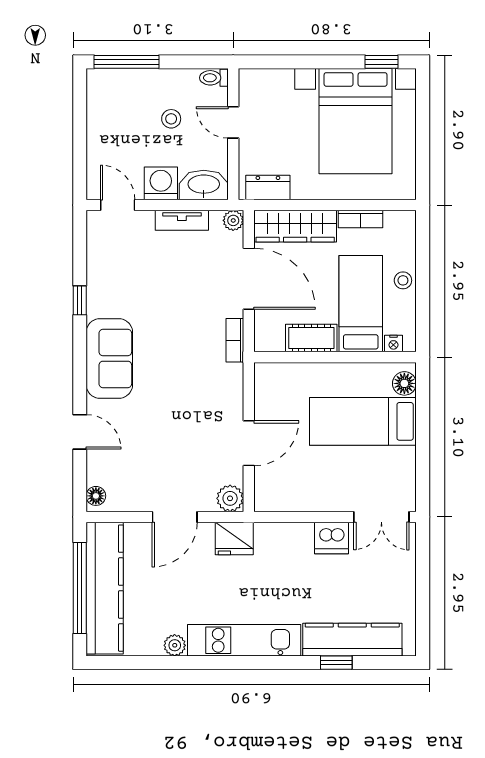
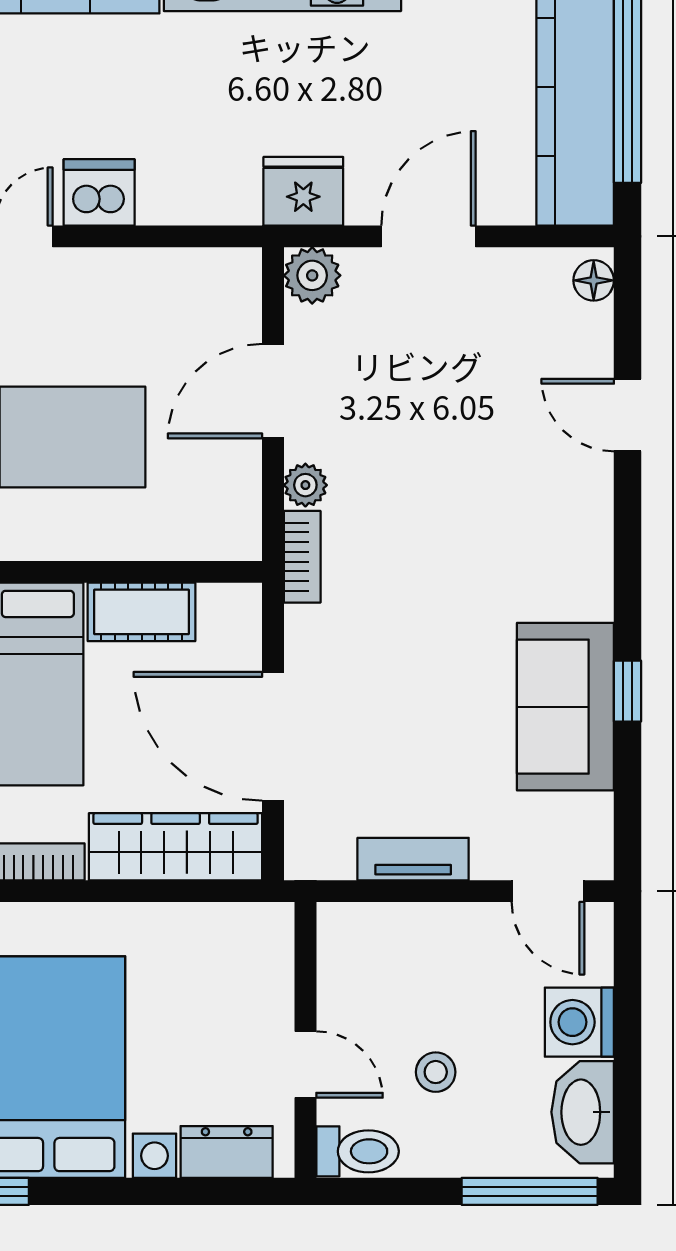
toilet: (214, 78) -> (358, 1151), width x1.37, depth x1.39
washing machine: (161, 183) -> (579, 1022), moved, turned 90
washbasin: (204, 185) -> (583, 1112), moved, turned 90
dresser: (268, 188) -> (227, 1152), moved, turned 180
plant: (233, 220) -> (305, 485), moved
bookcase: (235, 340) -> (302, 557), moved
sofa: (109, 358) -> (565, 707), moved

